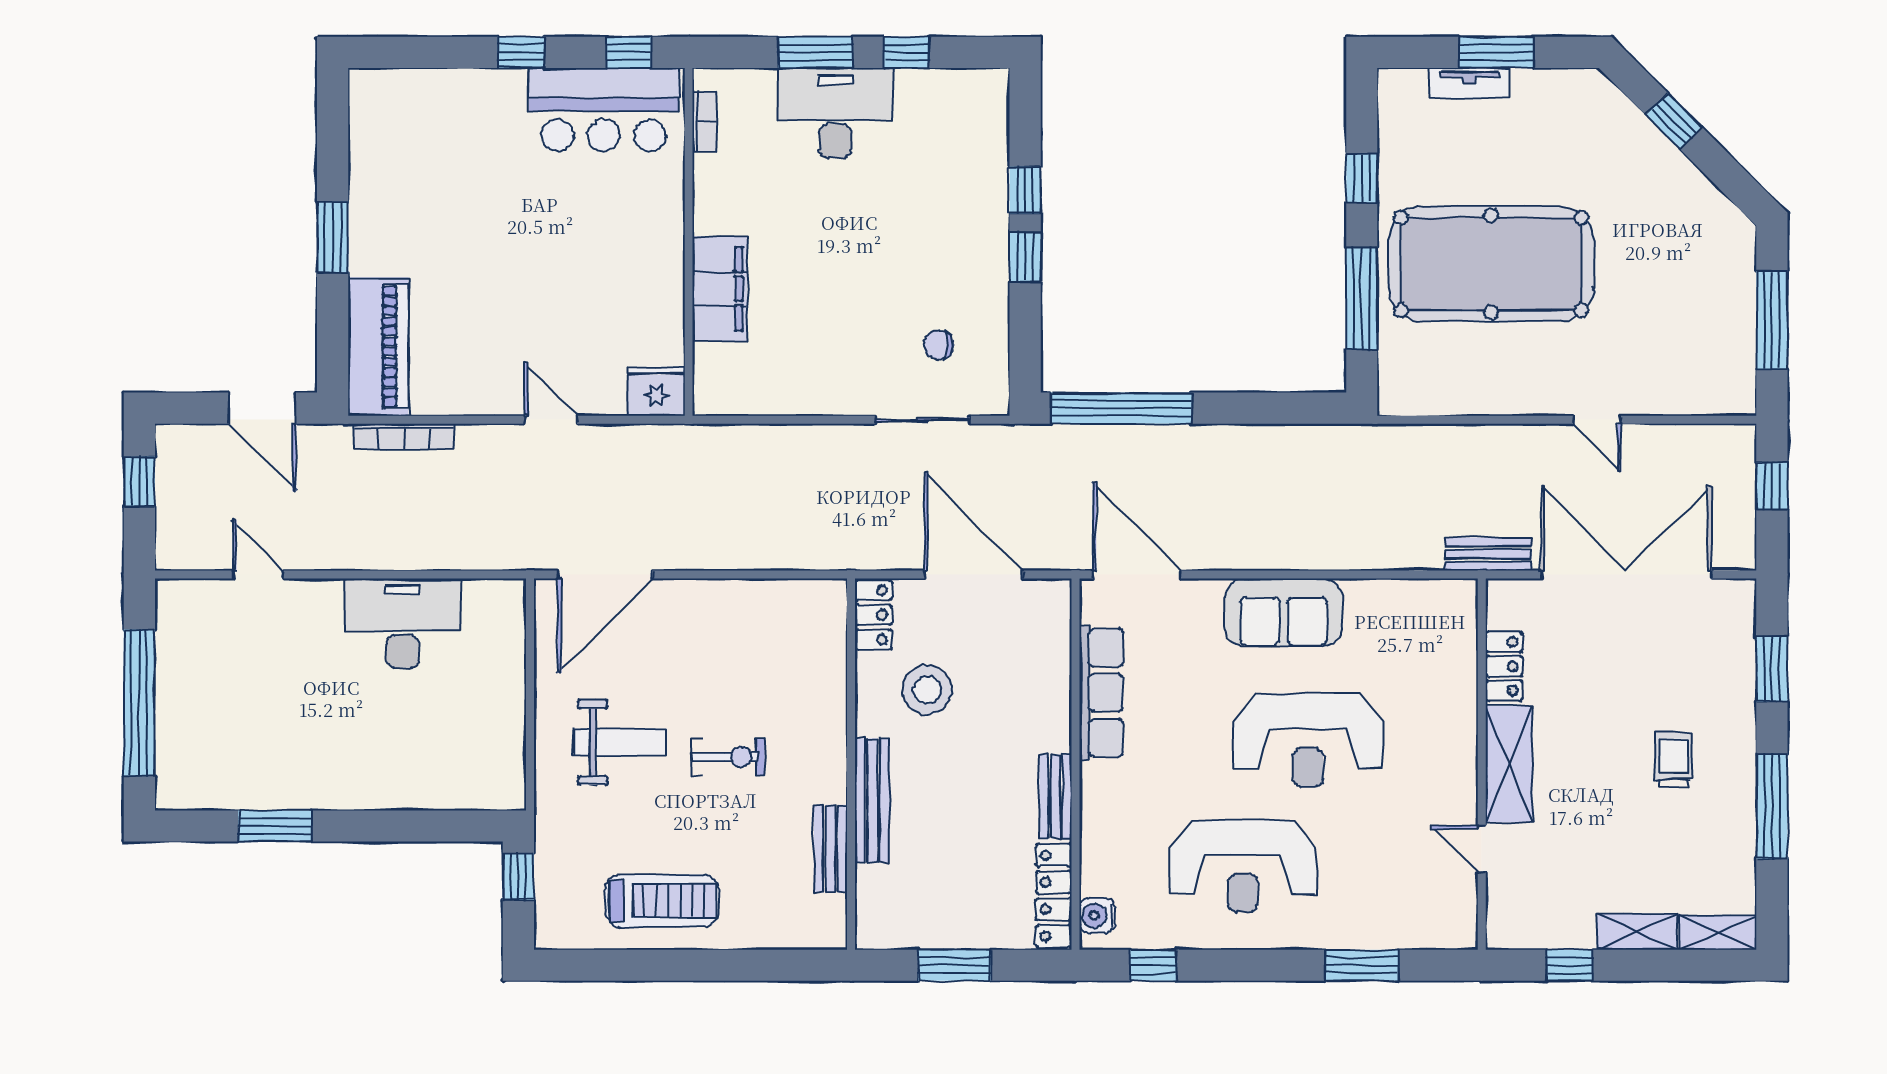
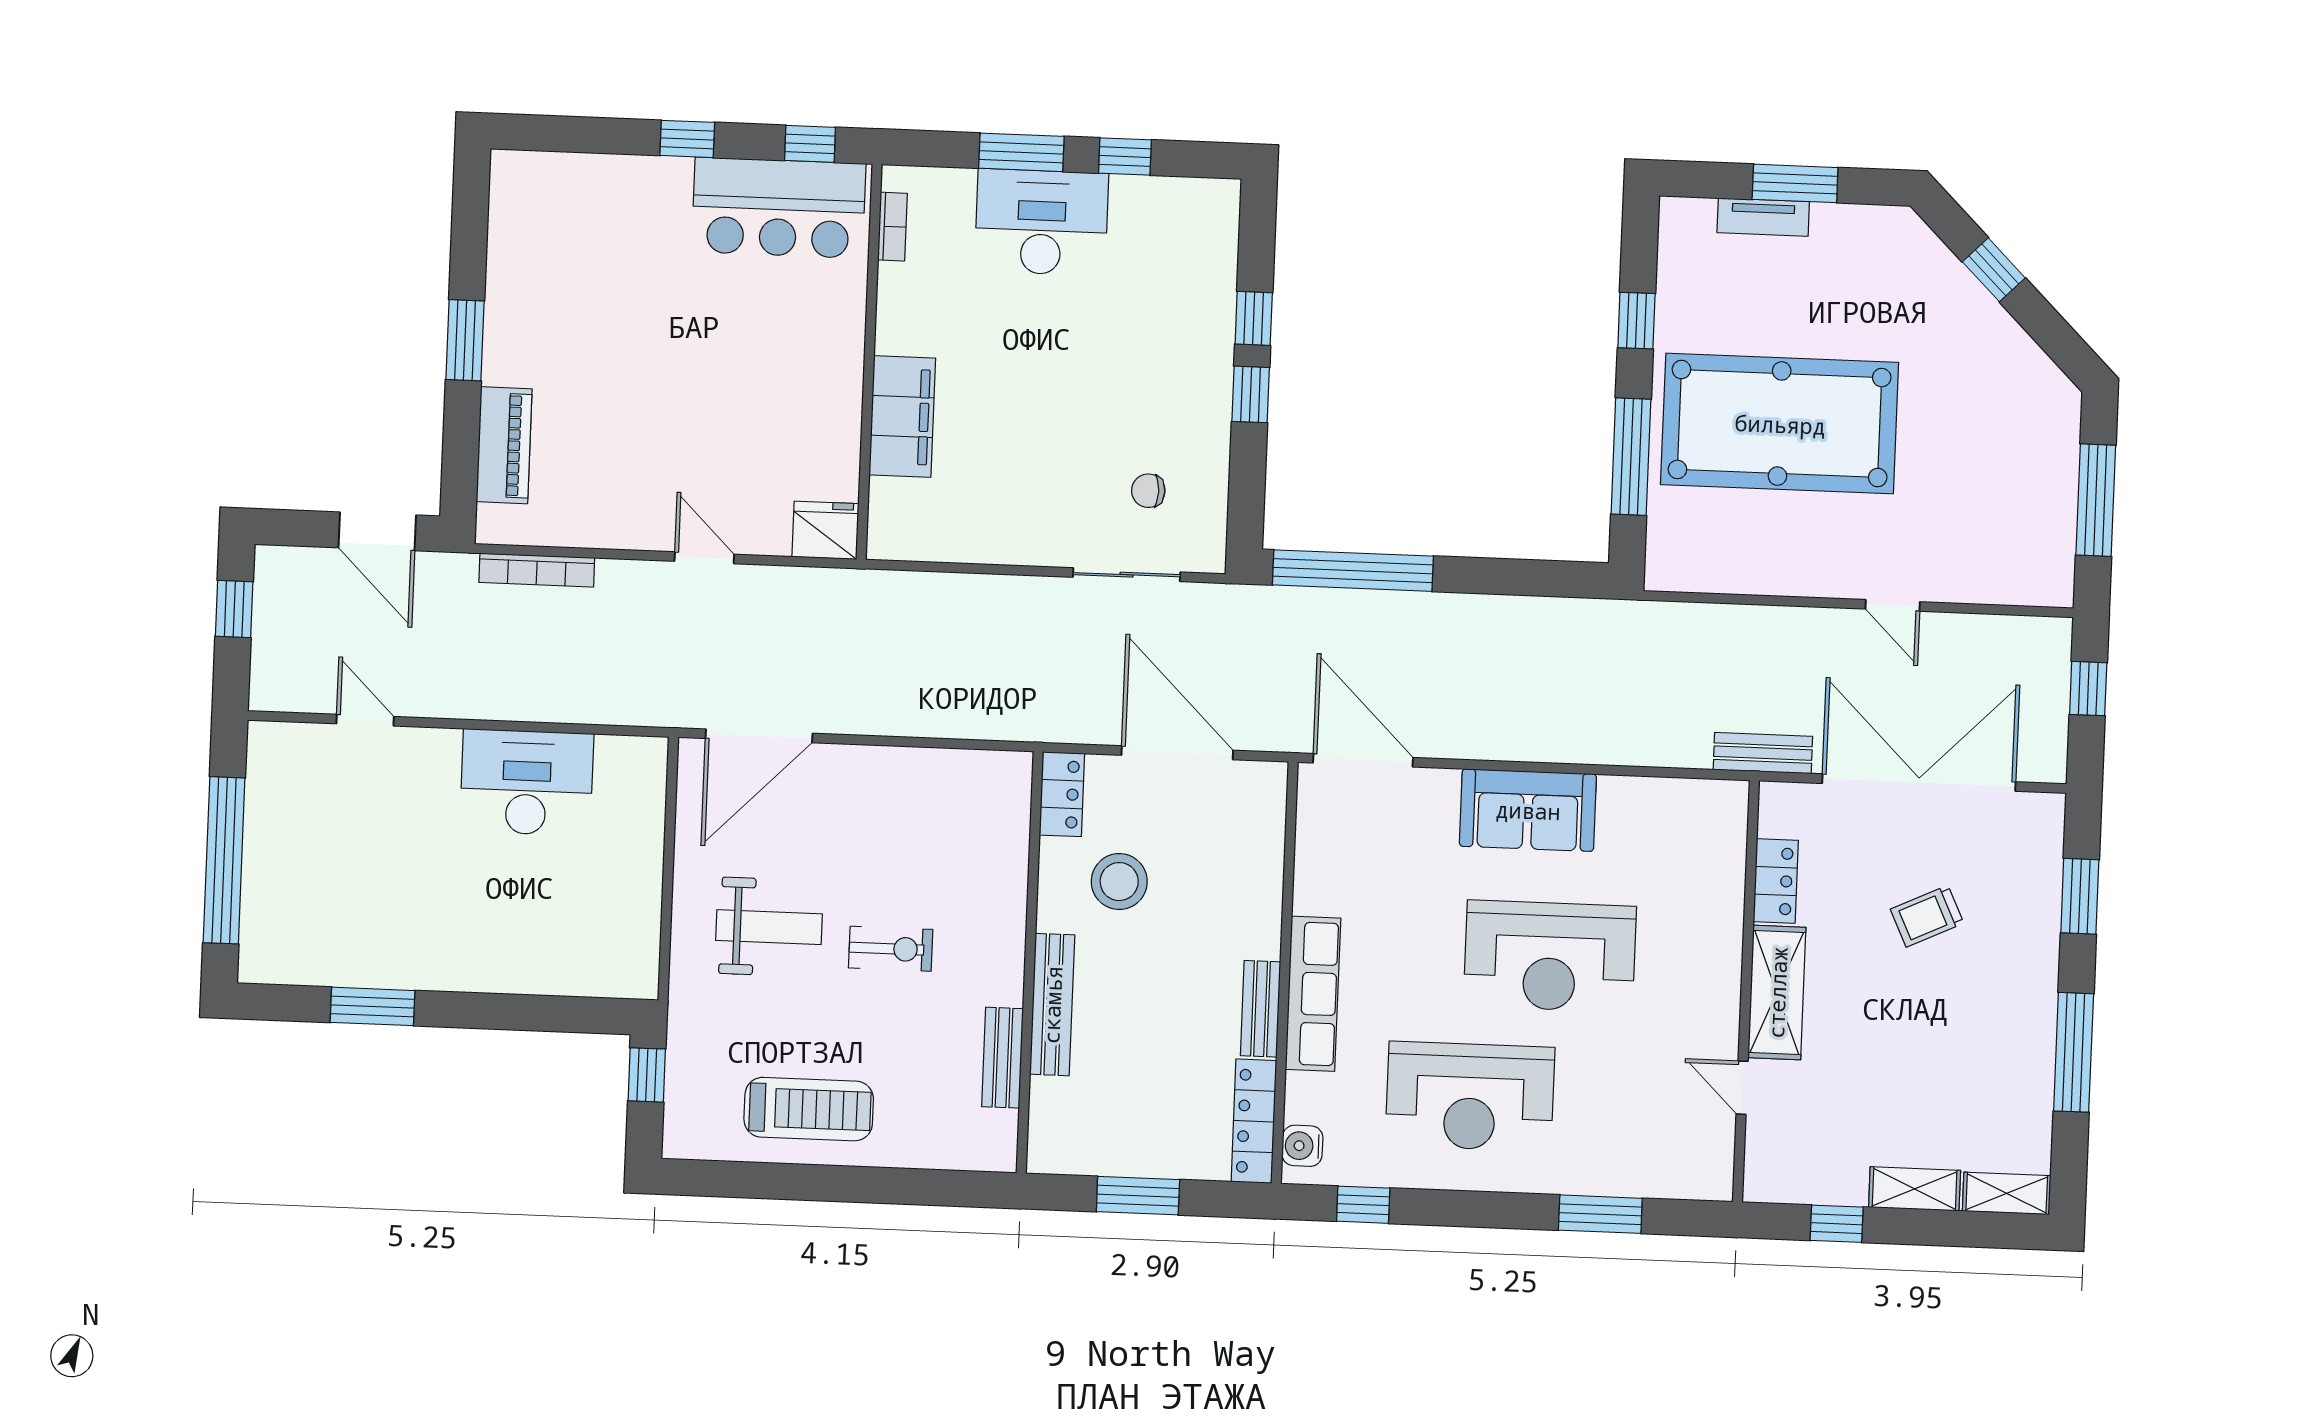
piano: (378, 347) -> (504, 445), width x0.73, depth x0.75
row of seats: (1101, 693) -> (1313, 994), moved
trolley: (1673, 760) -> (1927, 916), moved, turned -115

